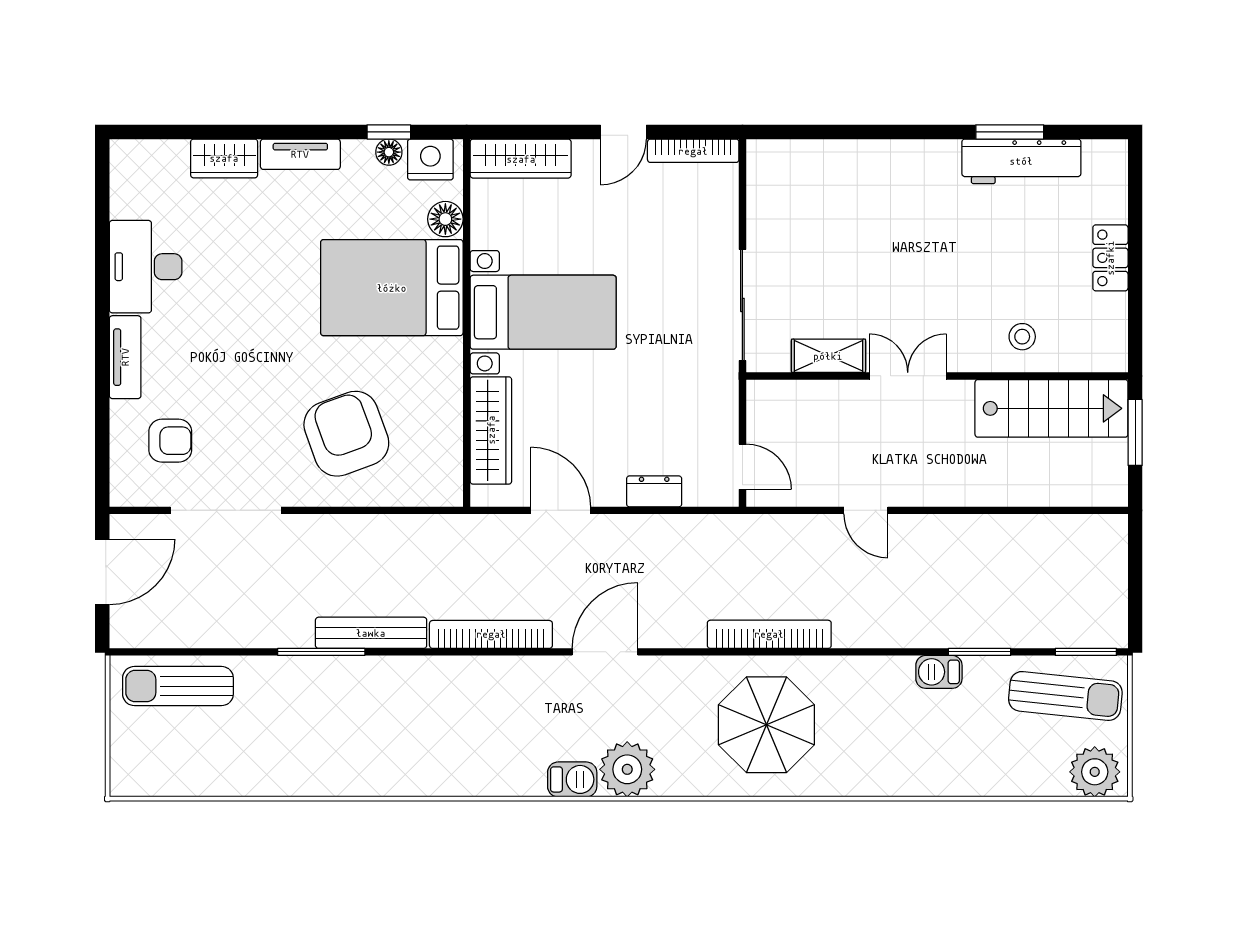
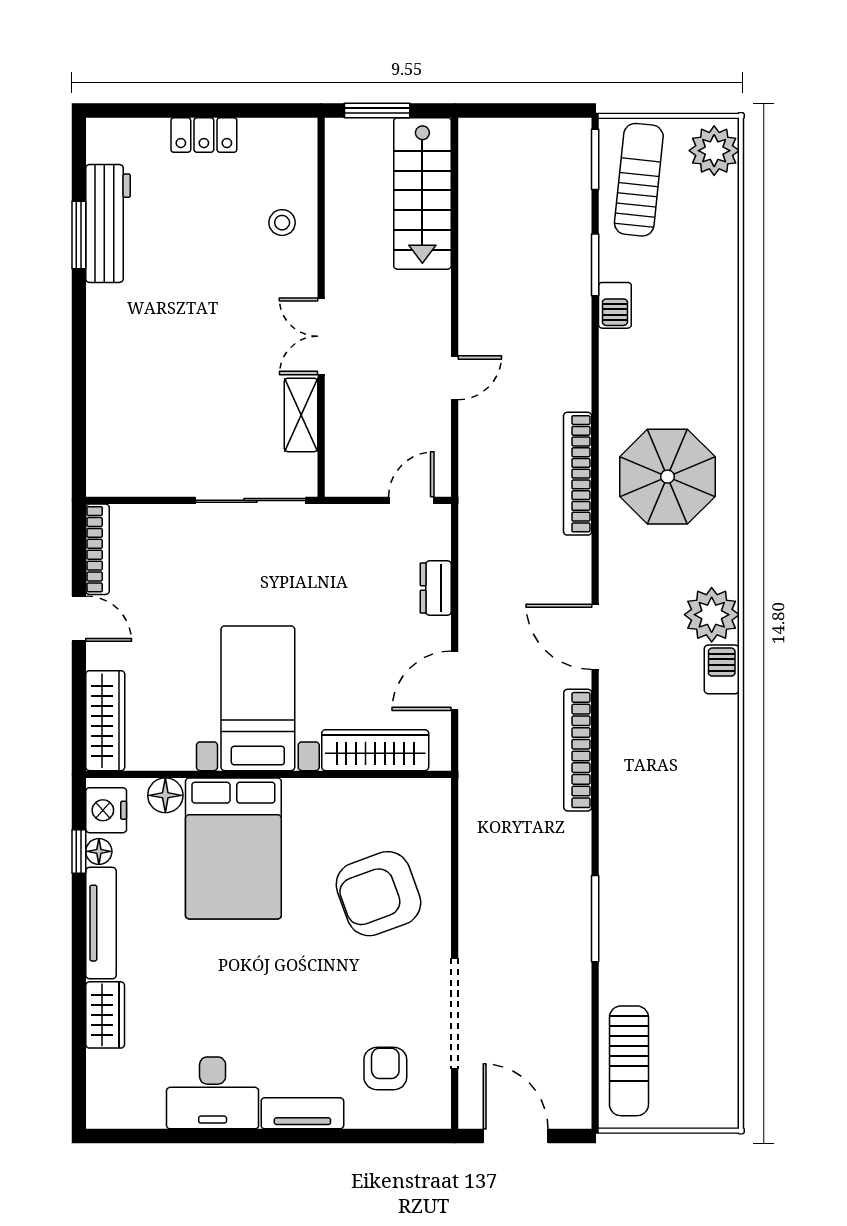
tv unit: (300, 154) -> (101, 923), width x1.41
stairs: (1051, 408) -> (422, 193), moved, turned 180
bench: (371, 633) -> (576, 869), removed

